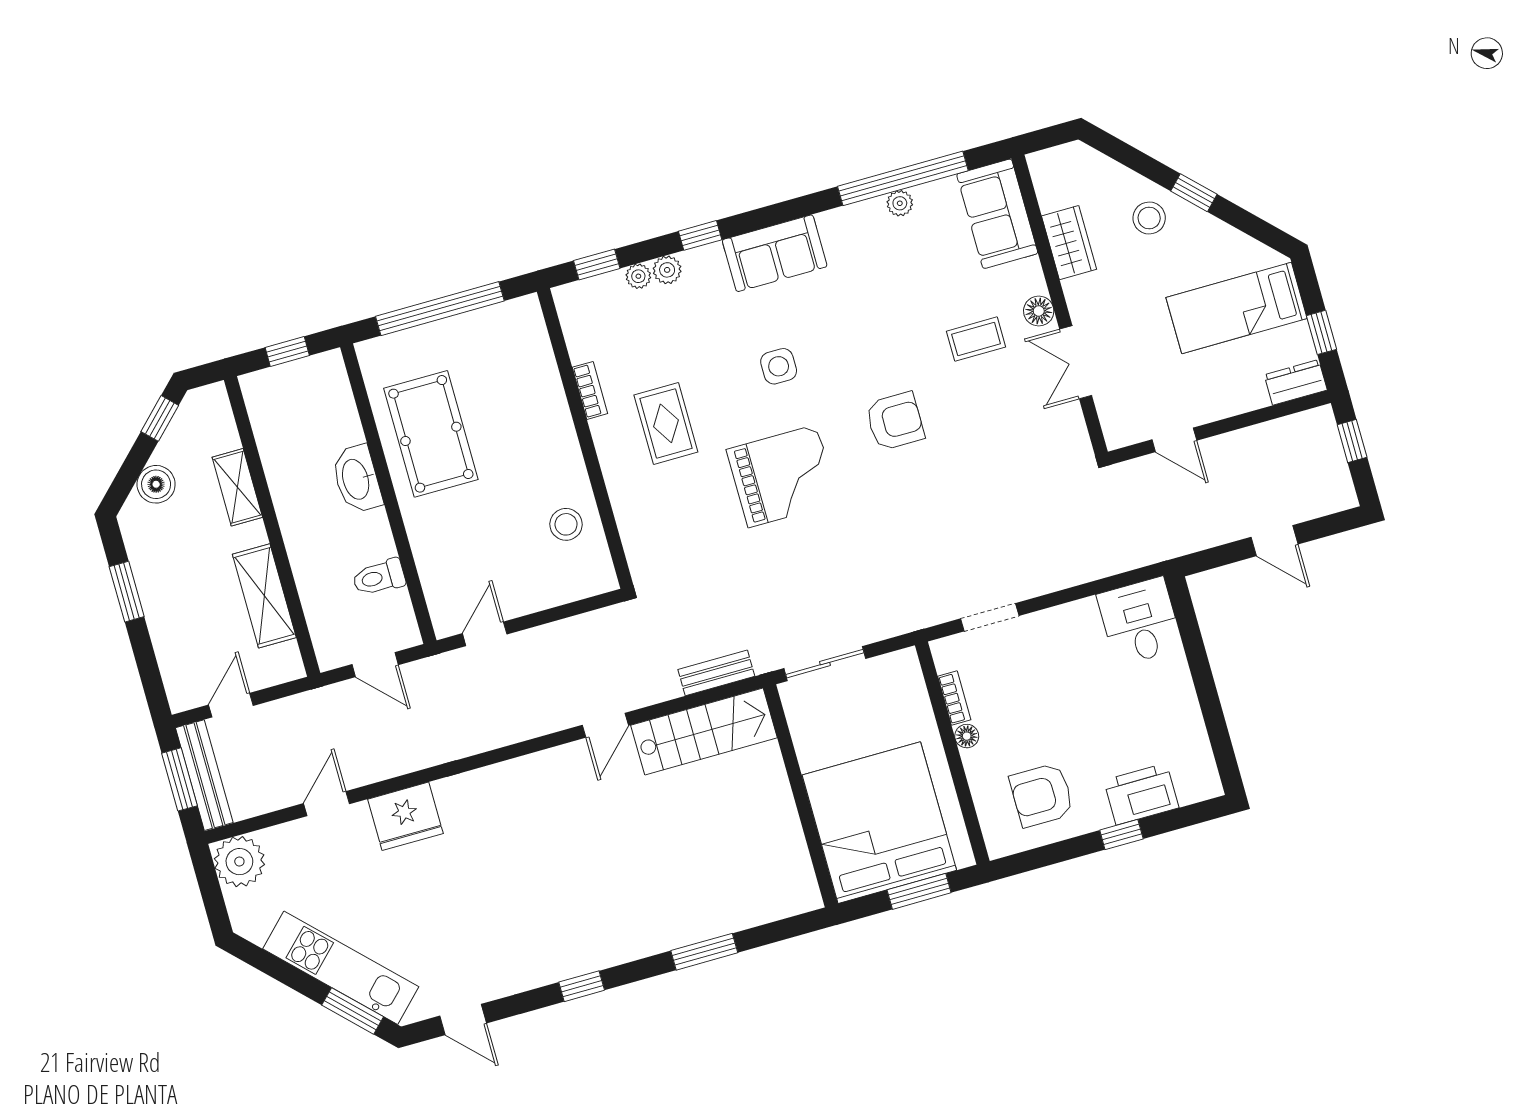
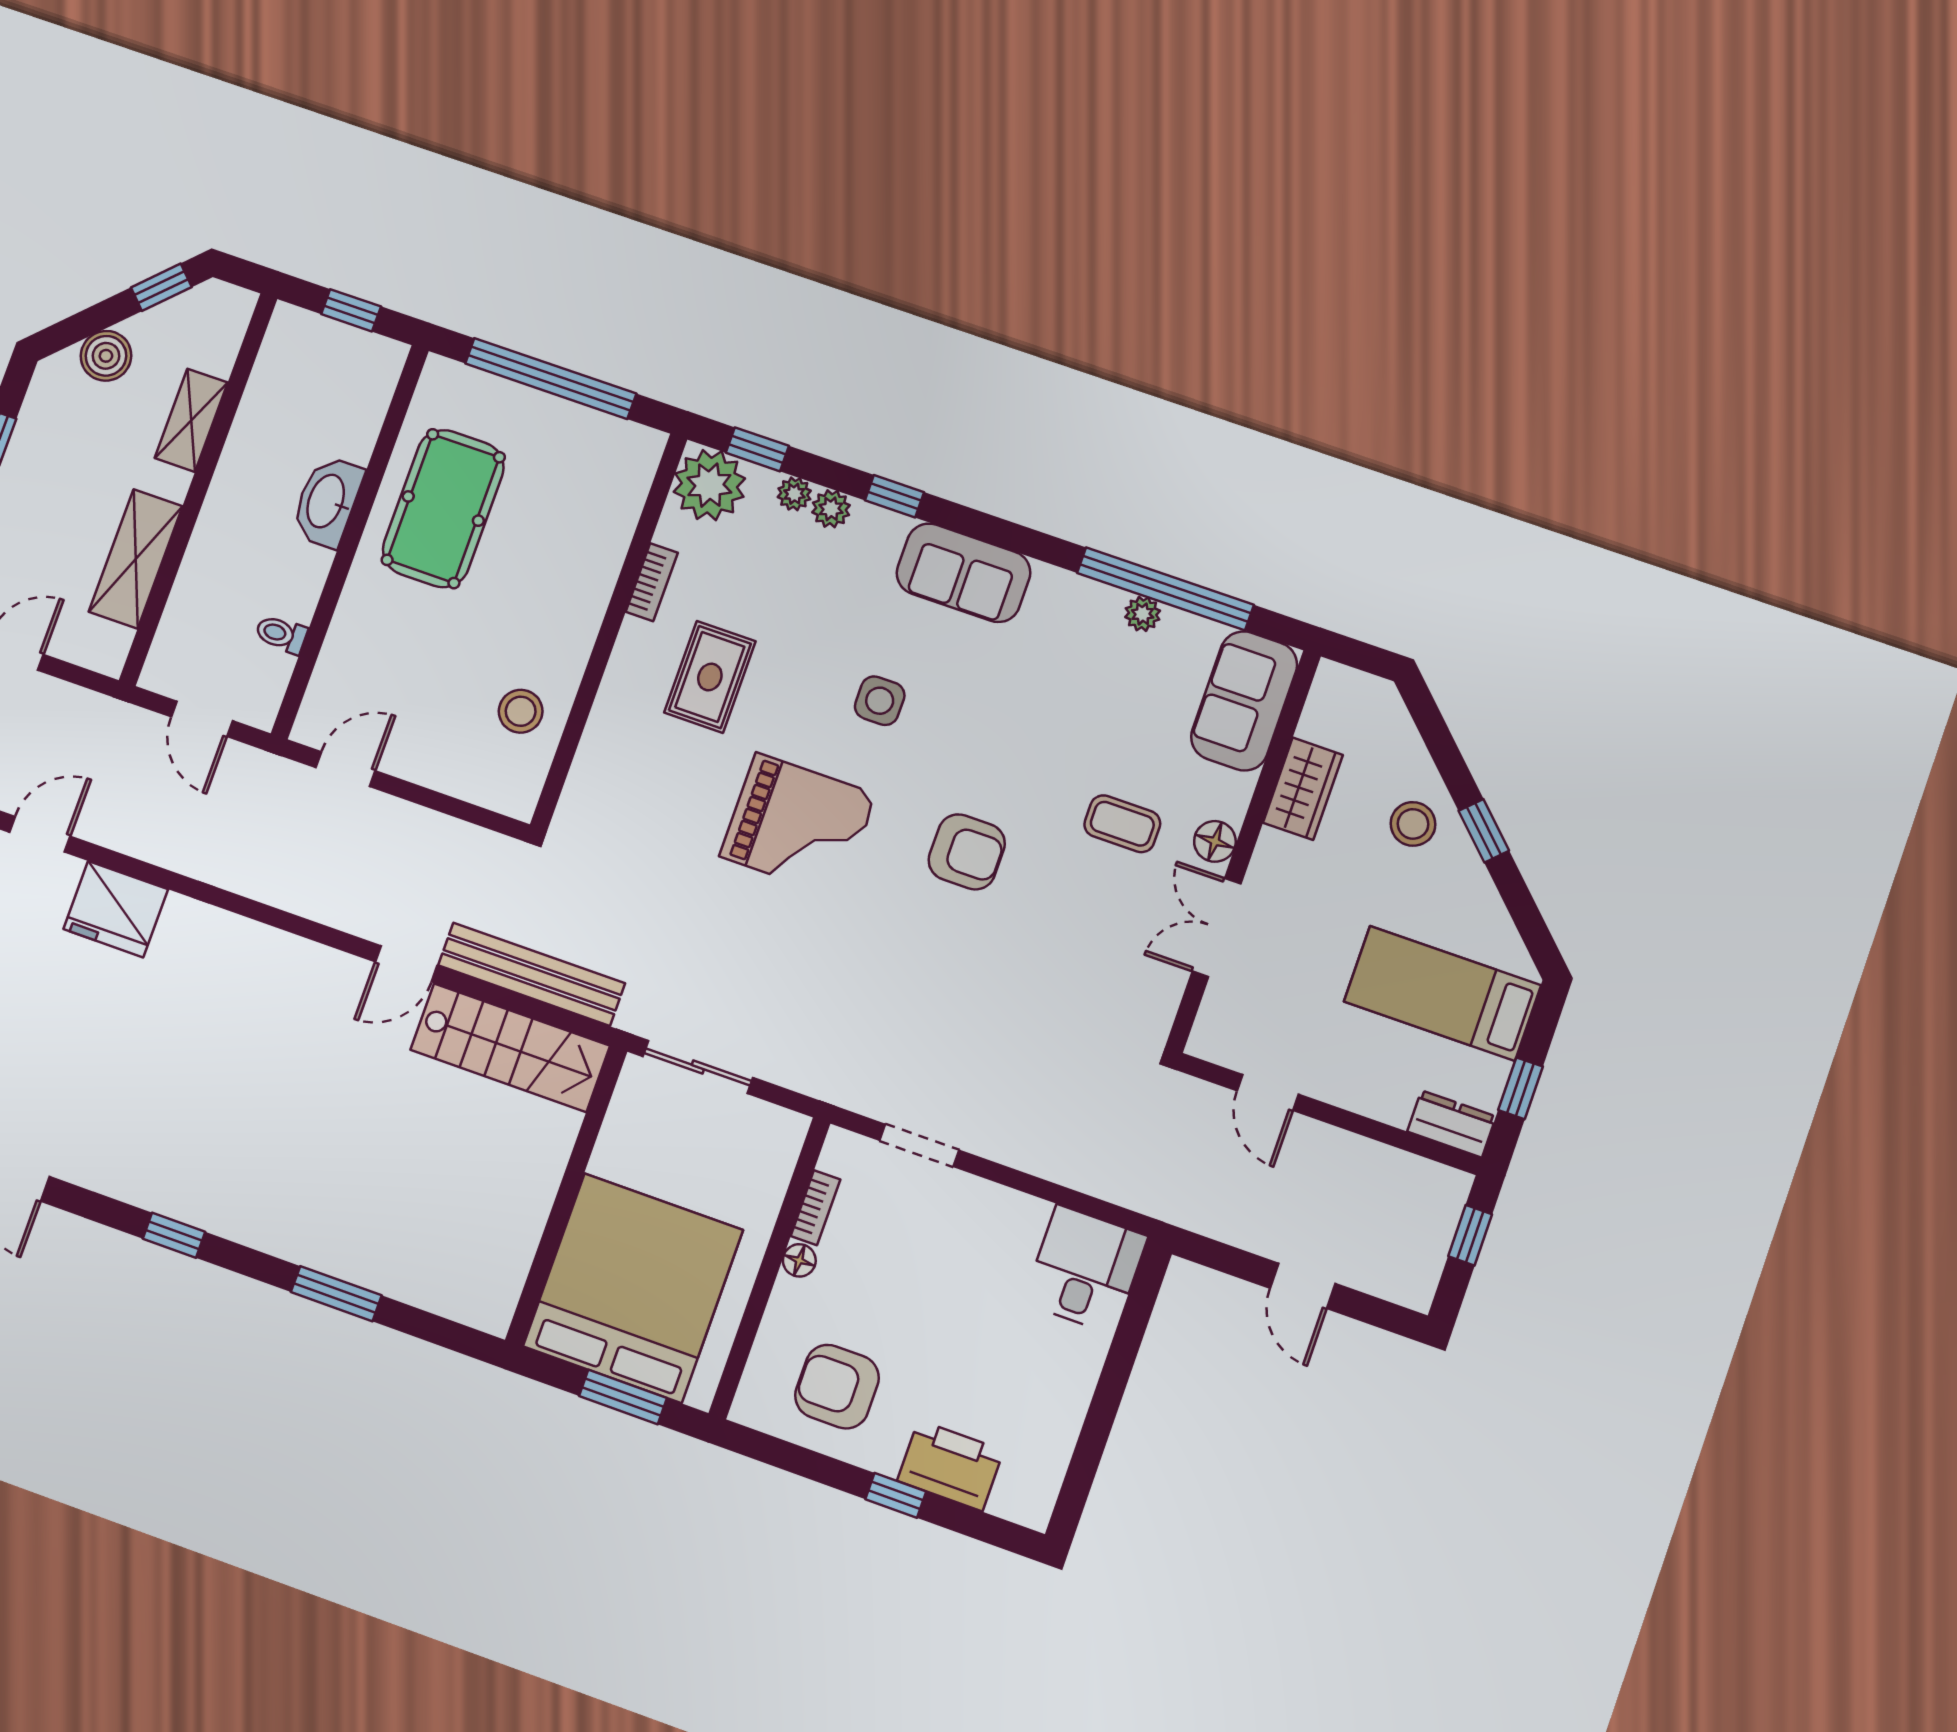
plant: (583, 307) -> (709, 485), added
toilet: (379, 577) -> (281, 634), width x0.73, depth x0.72
bench: (716, 673) -> (531, 974), width x1.86, depth x1.21

